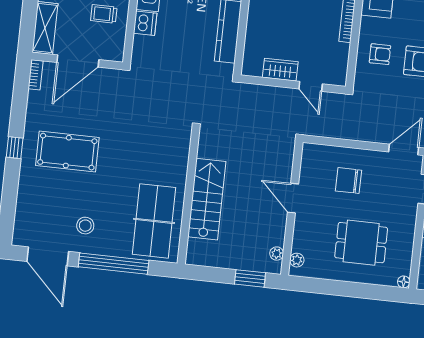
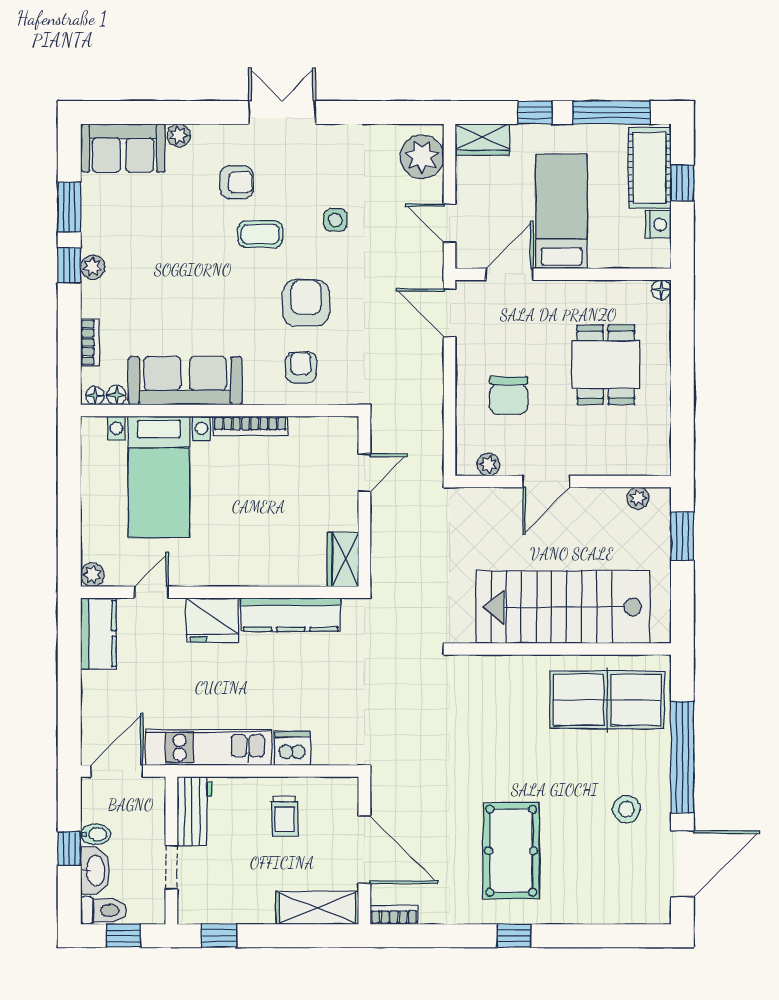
wardrobe: (280, 70) -> (343, 559), moved
stairs: (207, 199) -> (563, 607), width x1.36, depth x1.51
plant: (297, 260) -> (488, 465), moved

